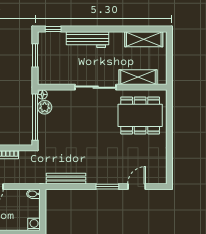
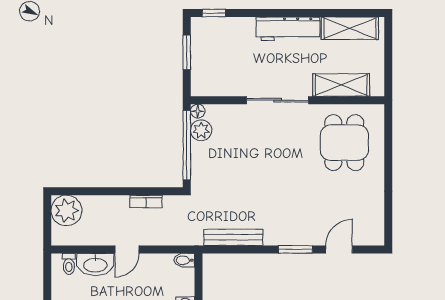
workbench: (87, 40) -> (288, 29), moved
dining table: (140, 115) -> (344, 143), width x0.73

